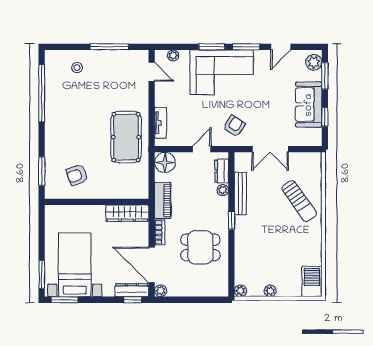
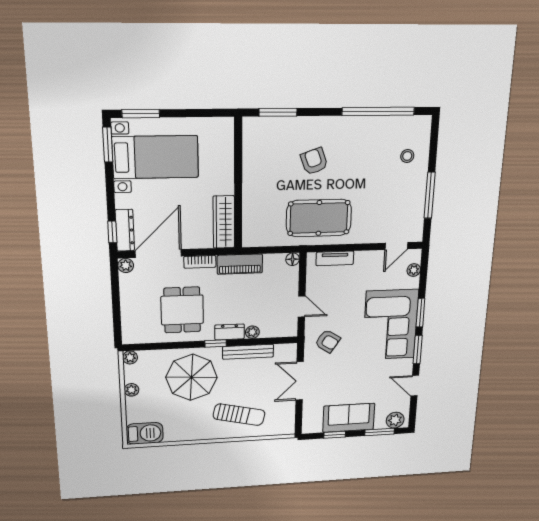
floor lamp: (165, 162) -> (293, 259), width x0.53, depth x0.53
dresser: (222, 171) -> (230, 332), moved
armchair: (77, 175) -> (314, 161), moved
sun lounger: (299, 201) -> (239, 415), turned -132
parasol: (261, 241) -> (192, 377), added

